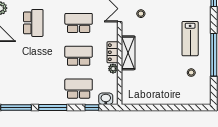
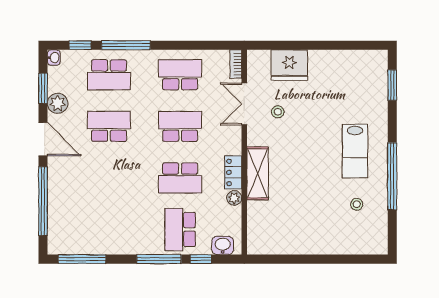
school desk: (33, 23) -> (109, 126), turned -90
school desk: (79, 56) -> (180, 178), turned 180
school desk: (79, 89) -> (180, 229), turned -90
window: (53, 107) -> (159, 259), moved

